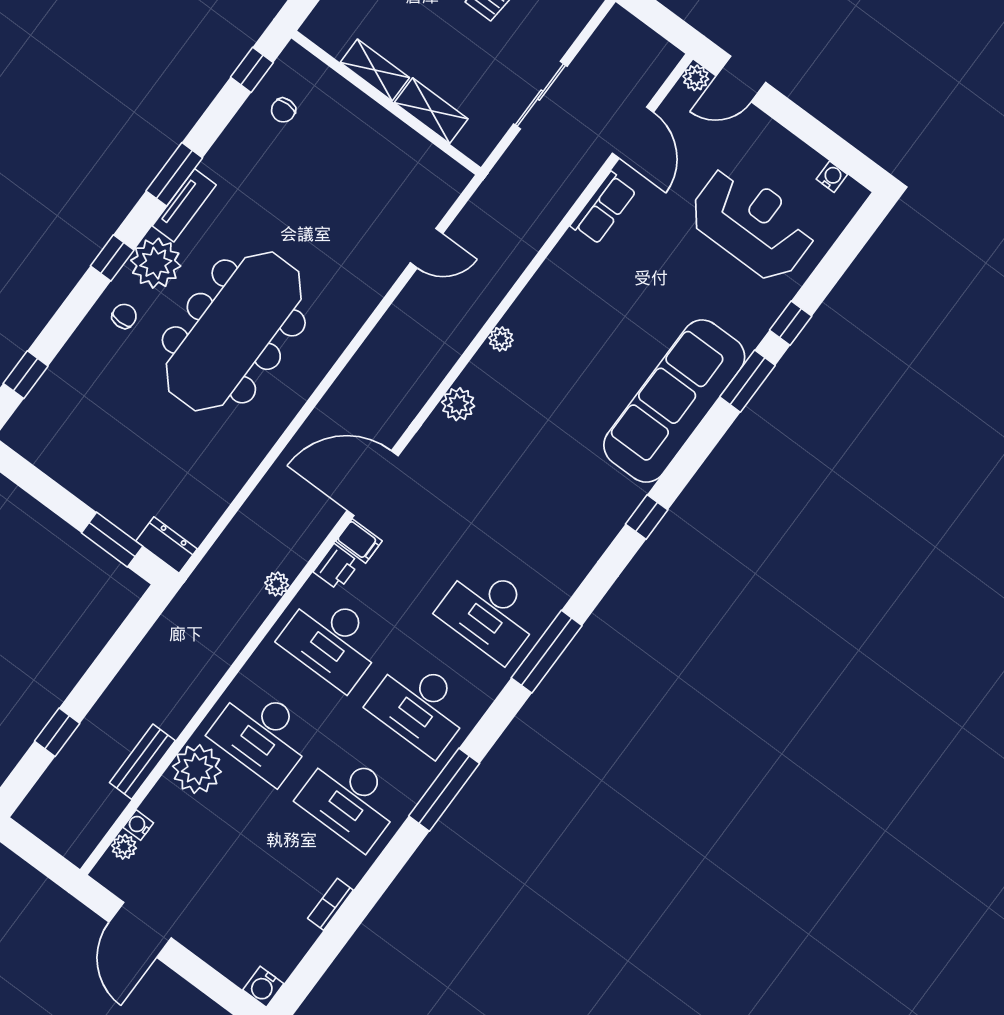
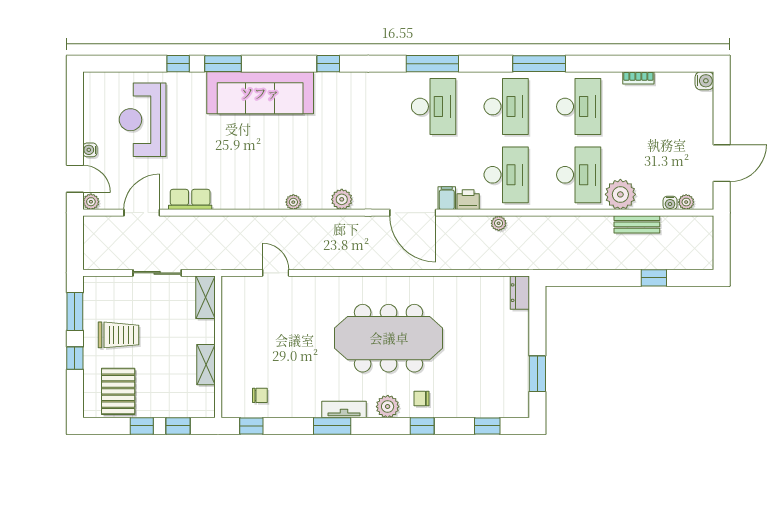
shelving: (431, 111) -> (205, 297), moved
water cooler: (832, 177) -> (90, 150), moved
window: (112, 258) -> (422, 426), moved
plant: (156, 263) -> (388, 407), width x0.73, depth x0.73
window: (112, 540) -> (537, 374), moved

